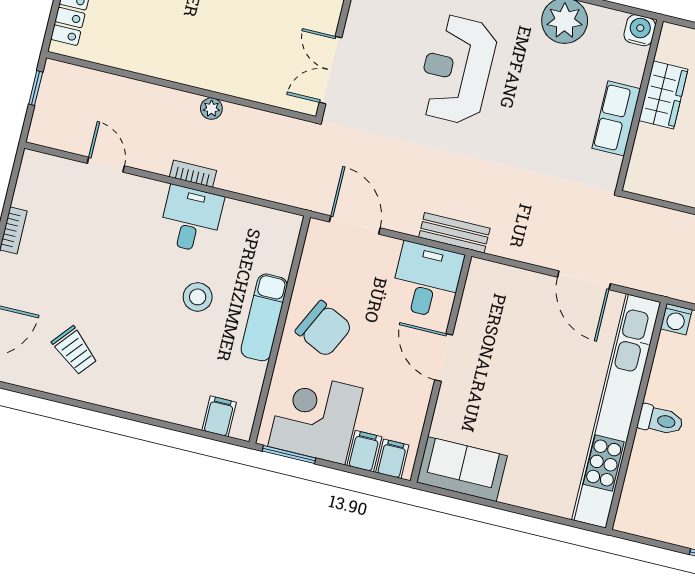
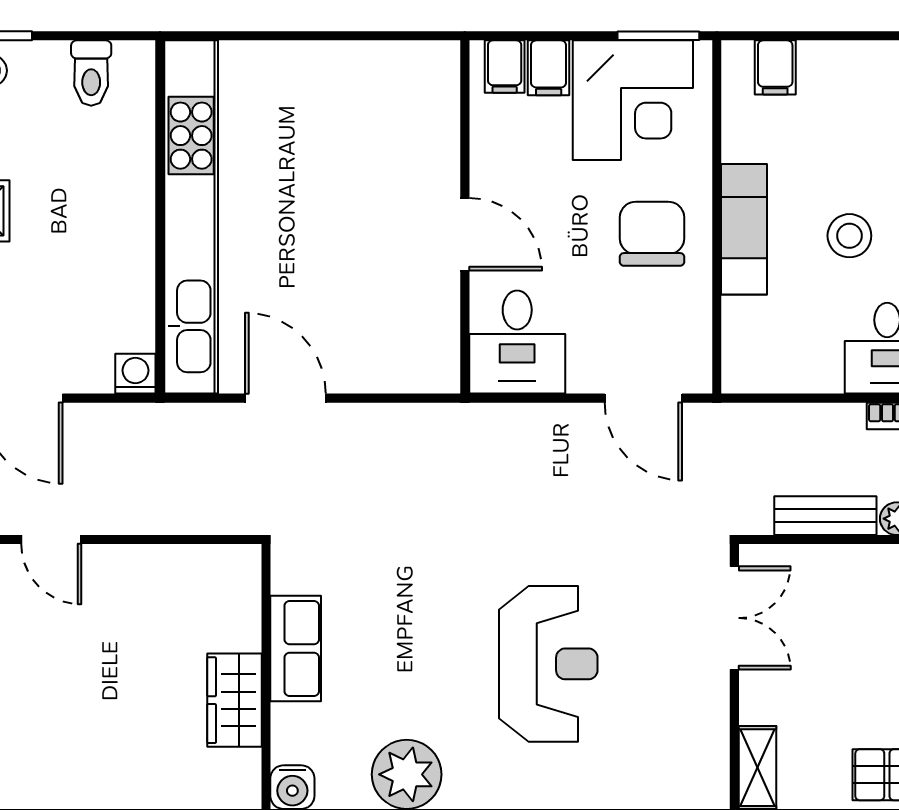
bench: (454, 233) -> (825, 516), moved
chair: (324, 329) -> (652, 234), turned 64
toilet: (660, 420) -> (91, 73), moved, turned -90
sofa: (462, 469) -> (398, 76), removed

